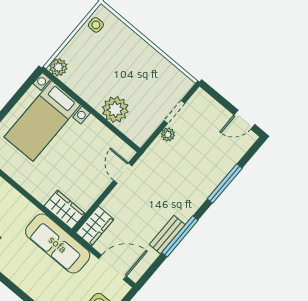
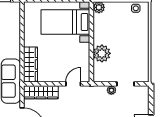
wardrobe: (65, 210) -> (31, 65), width x1.50
wardrobe: (95, 226) -> (41, 92), width x1.50

